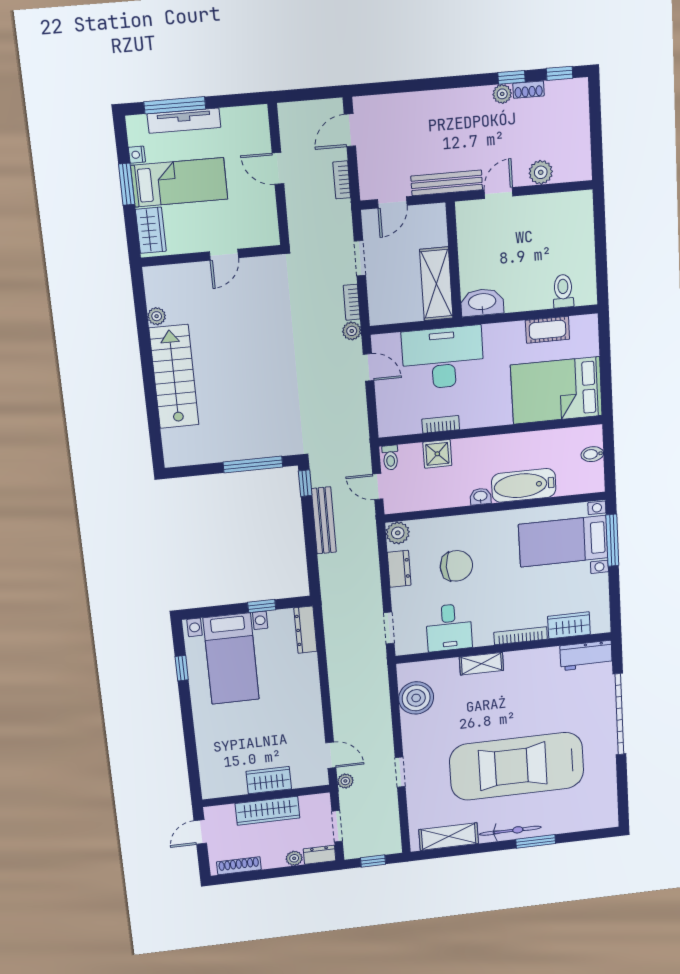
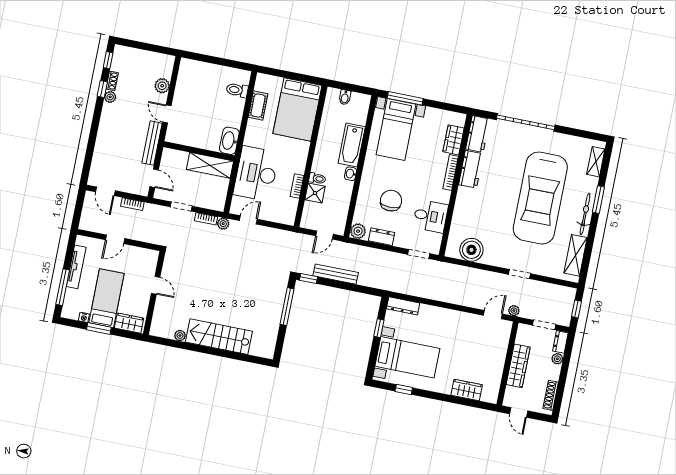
tv unit: (184, 121) -> (76, 267), moved
toilet: (390, 458) -> (317, 178), moved
workbench: (533, 662) -> (471, 169), added
shelving: (481, 664) -> (596, 162), moved
wardrobe: (269, 780) -> (467, 390), moved, turned 90

